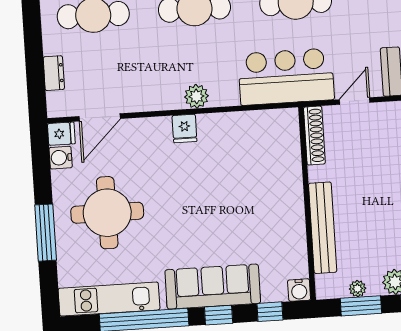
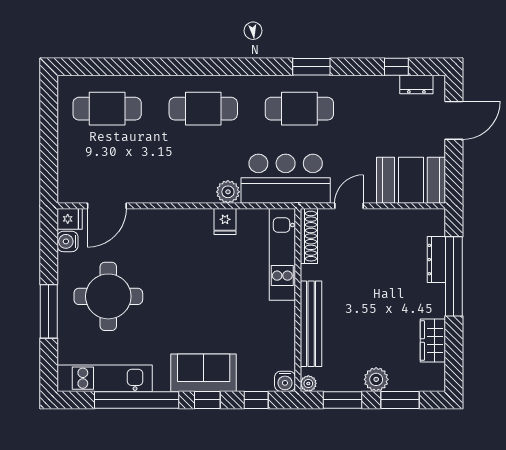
dresser: (54, 73) -> (66, 161), removed
plant: (196, 96) -> (228, 192), moved
fridge: (184, 129) -> (225, 221), moved
kitchen unit: (288, 157) -> (282, 254), added
sofa: (213, 287) -> (204, 373), width x0.73
plant: (358, 289) -> (308, 383), moved

